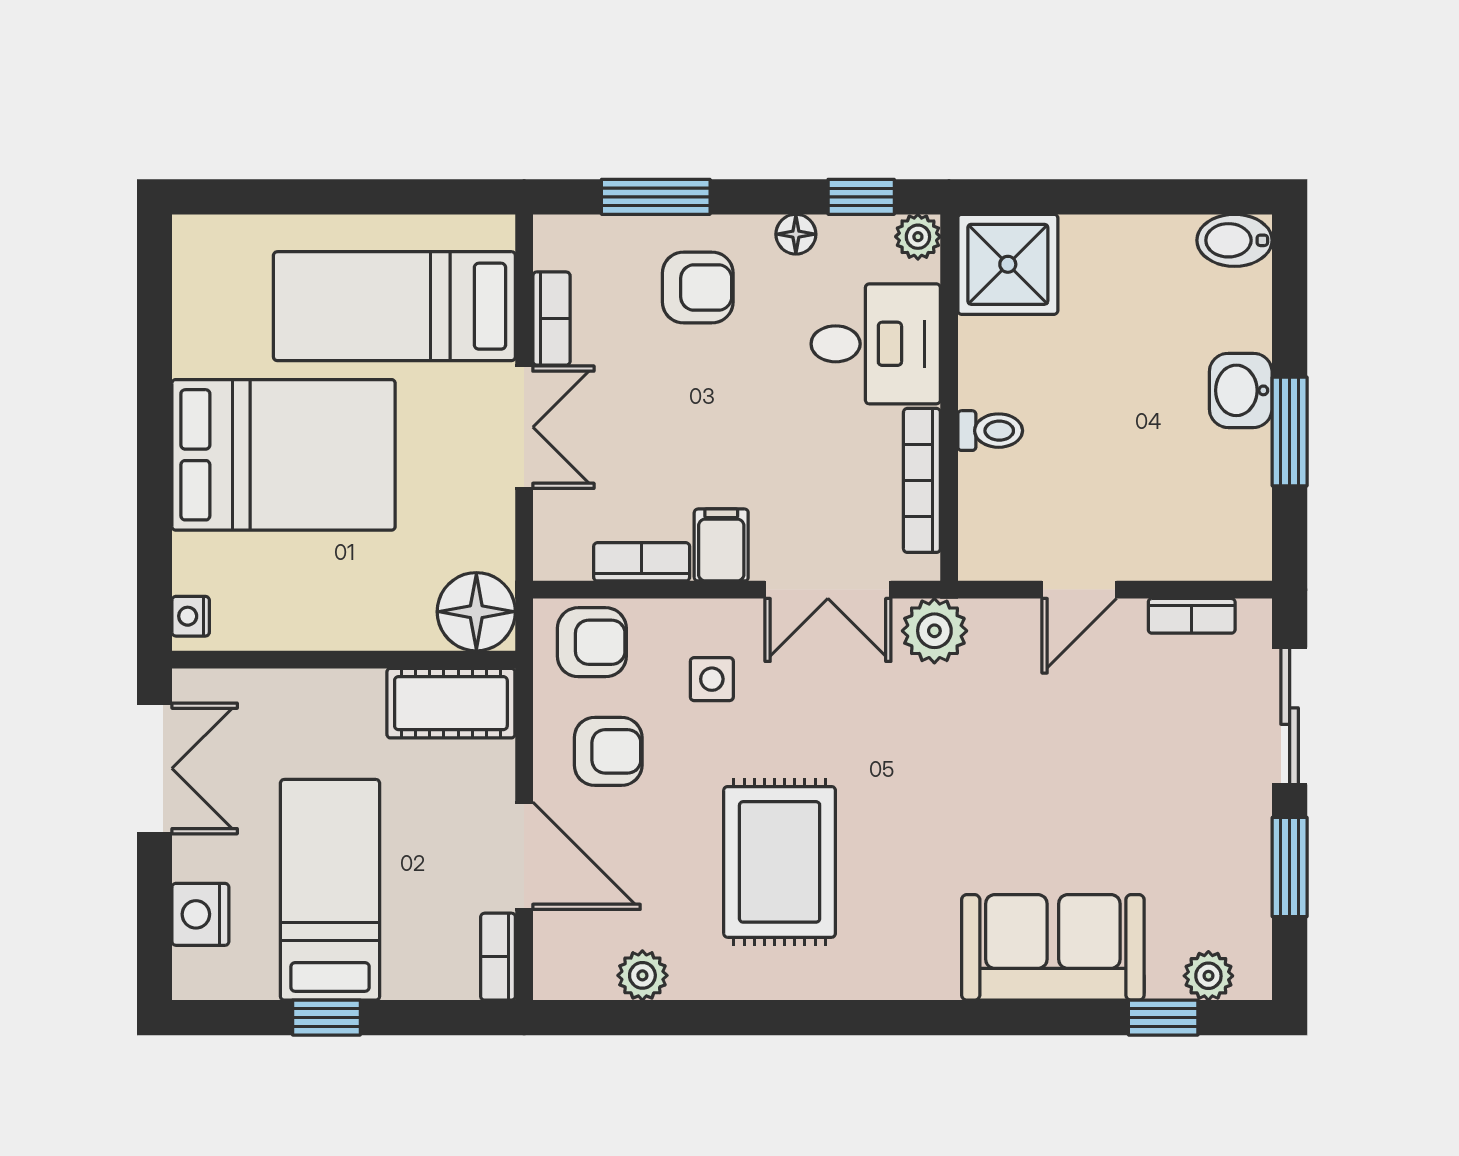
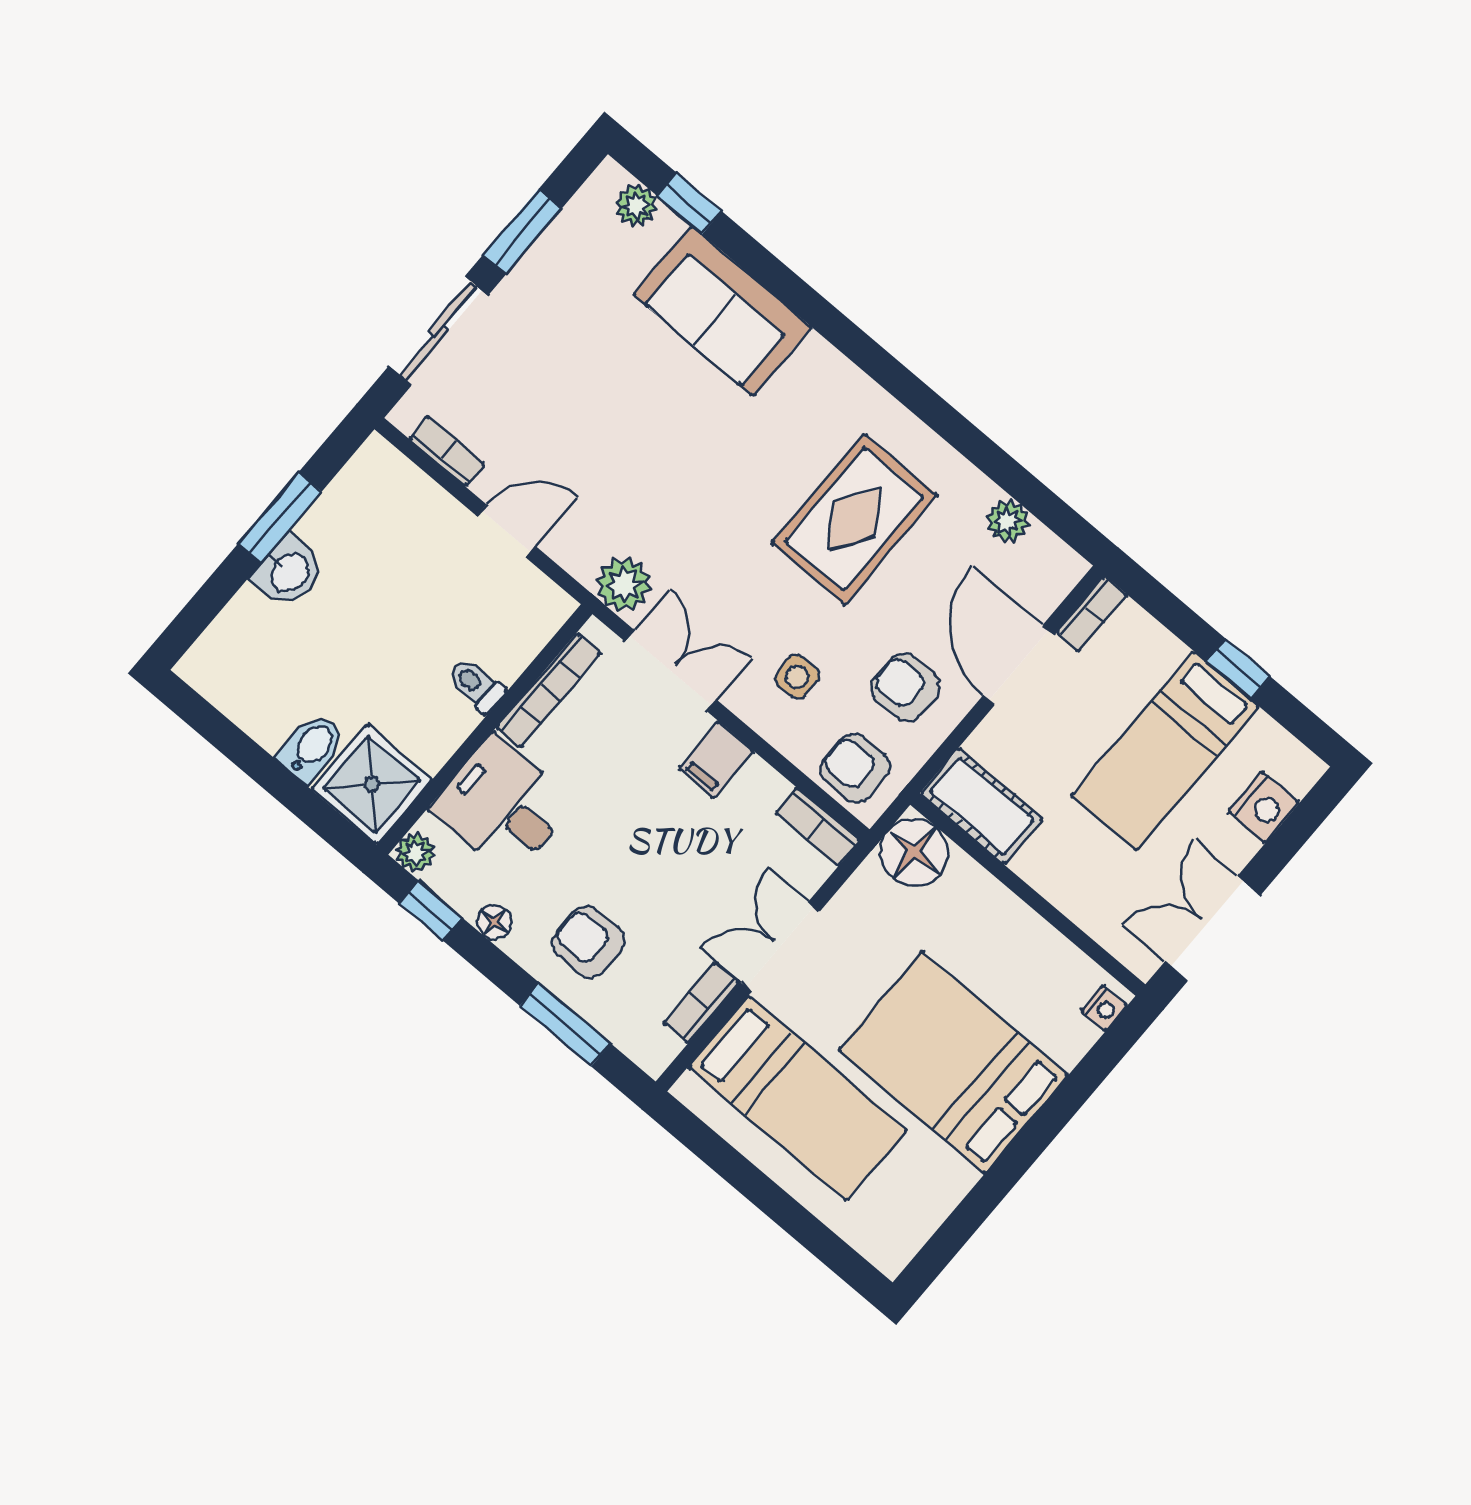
bidet: (1234, 240) -> (312, 748), moved, turned -90
bookcase: (642, 562) -> (818, 827), moved

